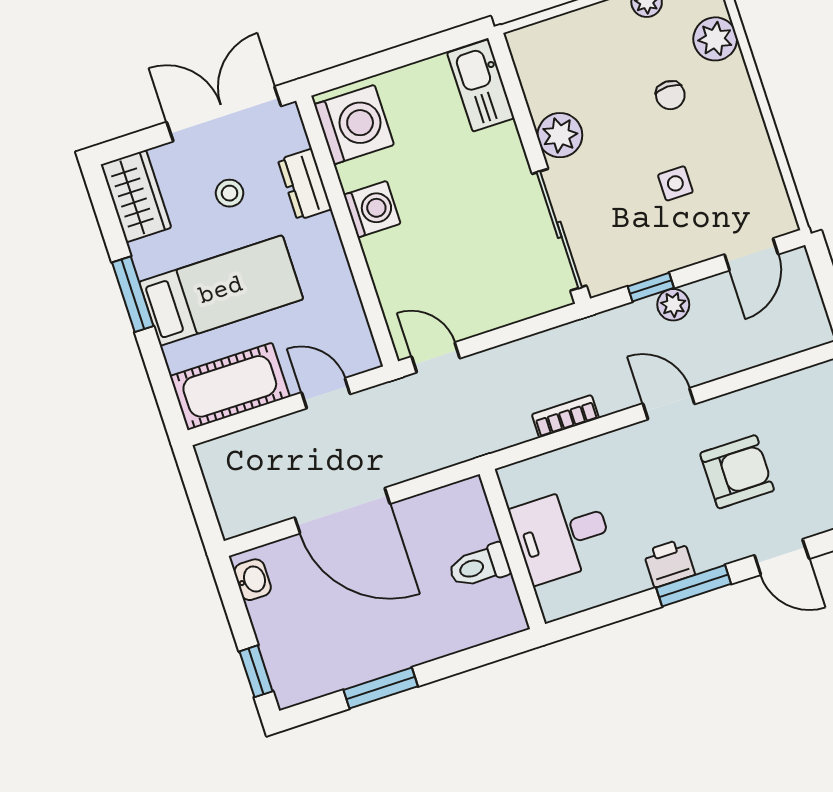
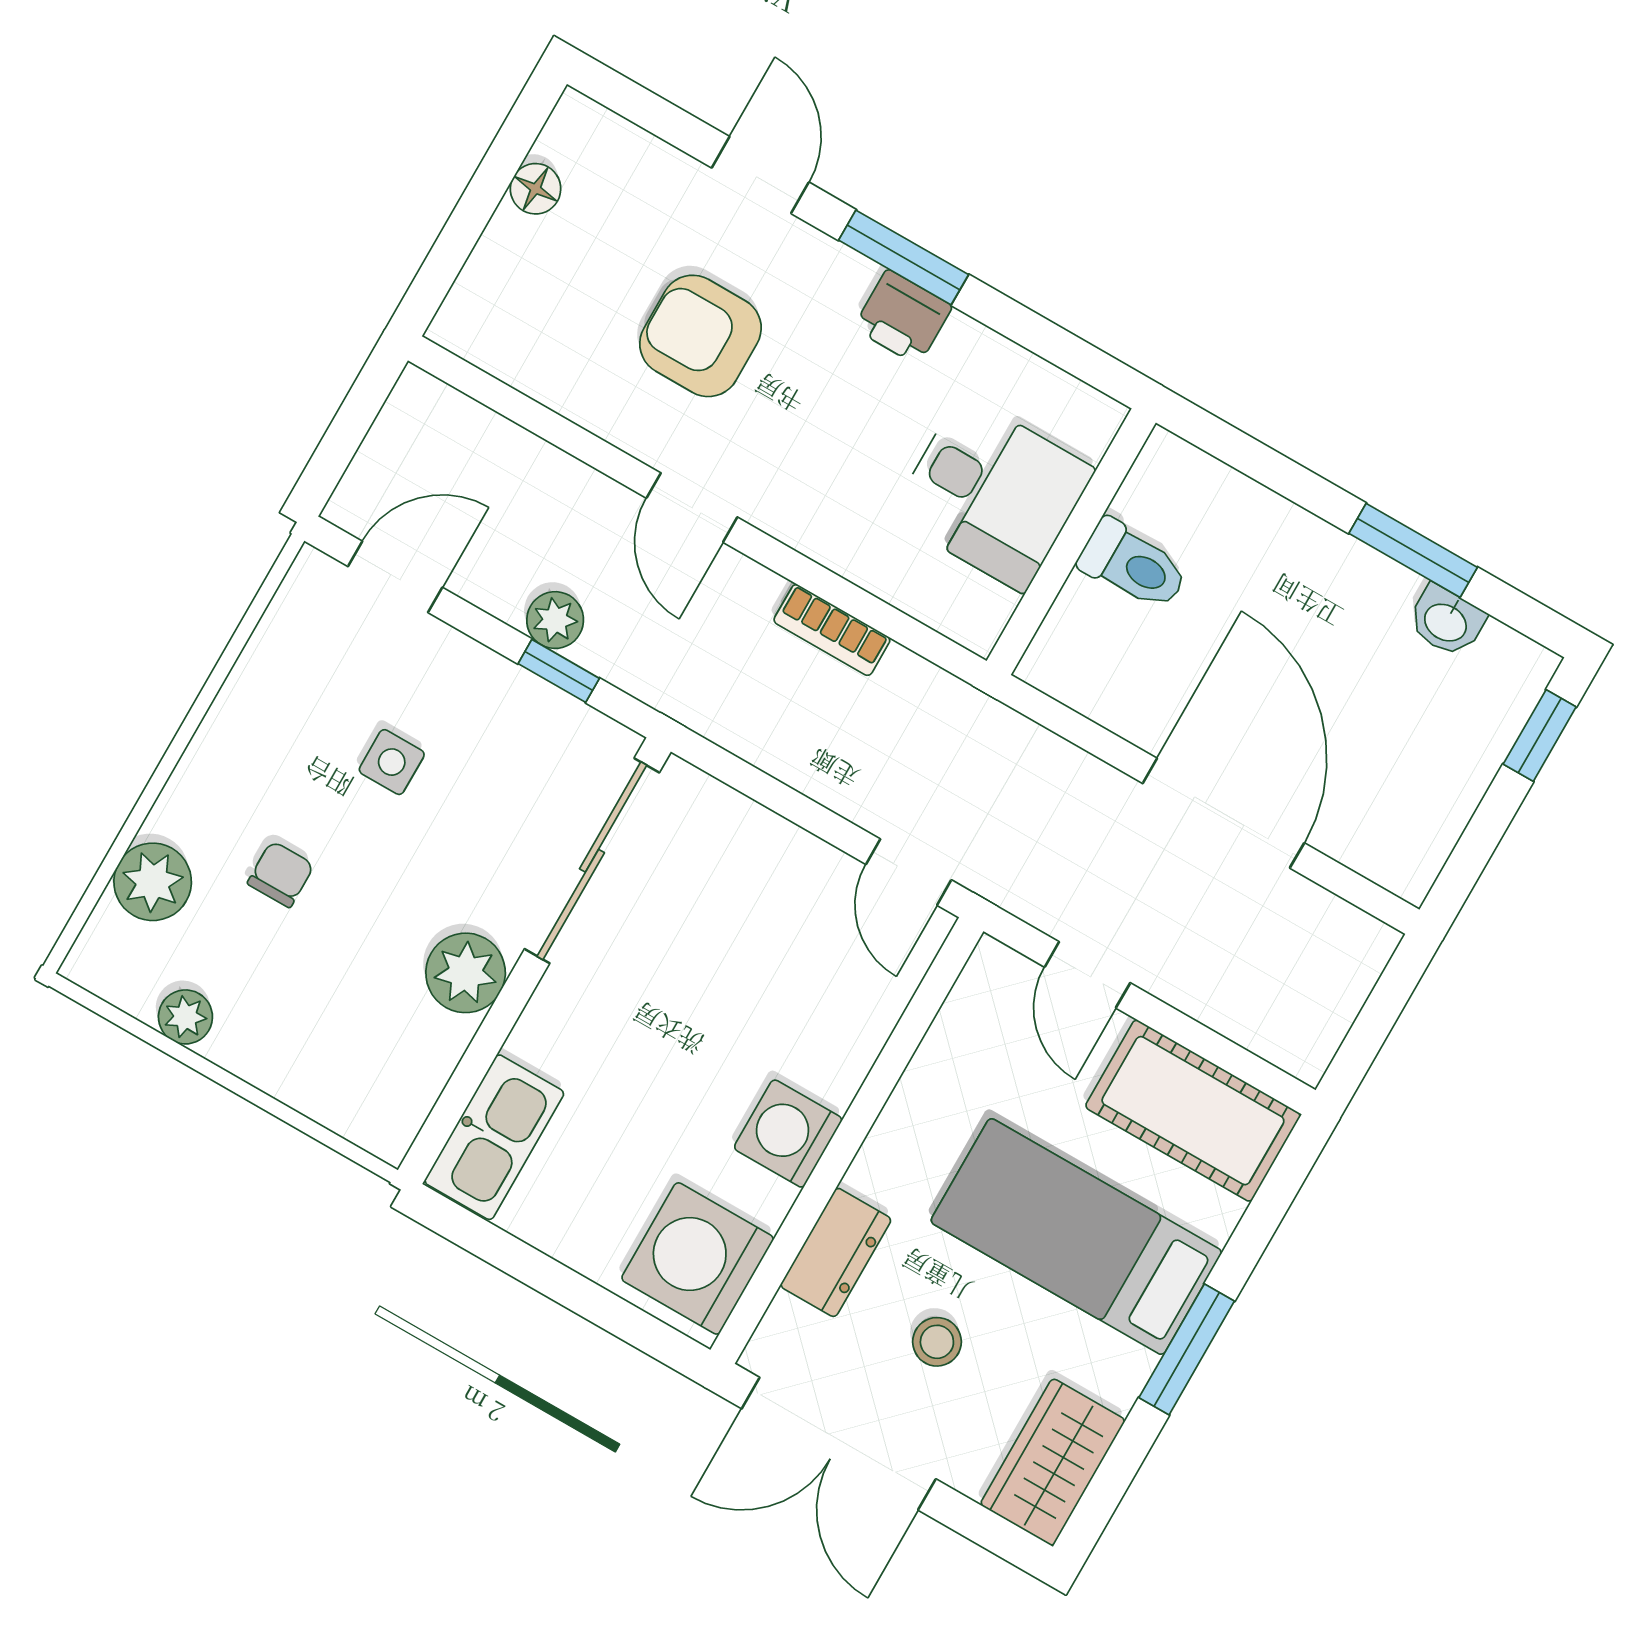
washbasin: (252, 580) -> (1446, 621), moved, turned -90

